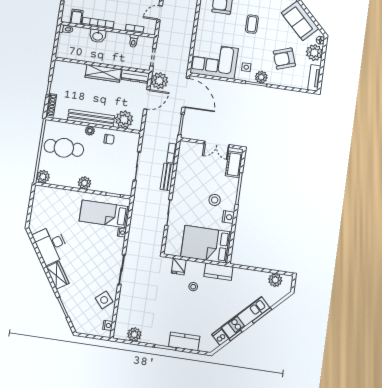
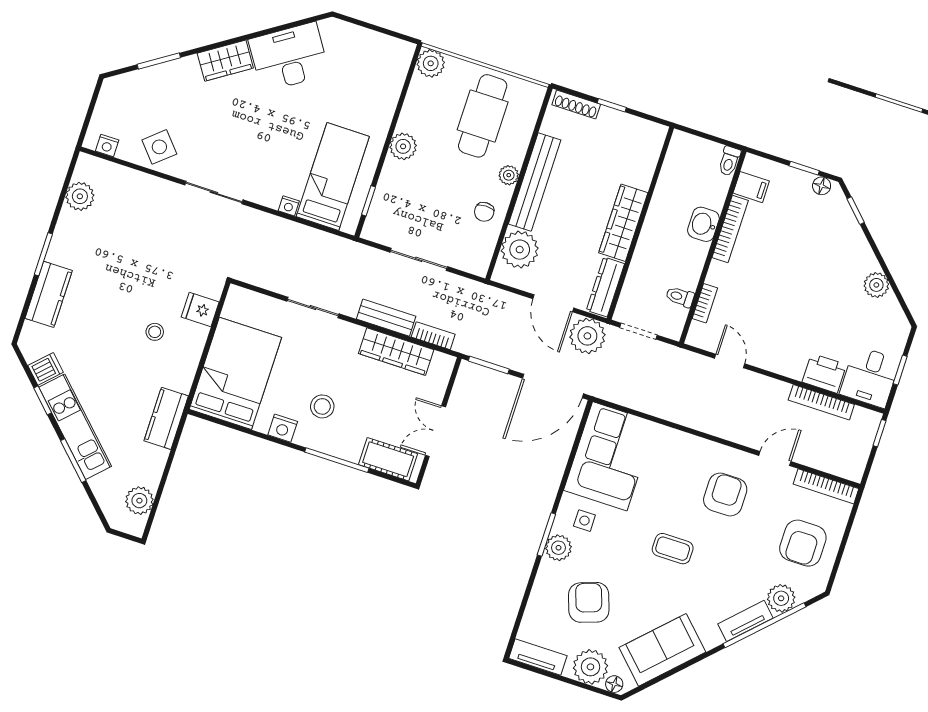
wardrobe: (182, 169) -> (396, 352), added
kitchen counter: (218, 272) -> (166, 418), moved

